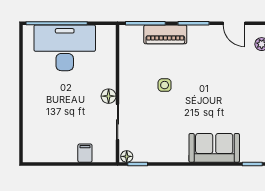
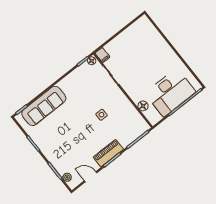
piano: (165, 34) -> (108, 153), moved
floor lamp: (109, 96) -> (143, 106), moved
sofa: (214, 148) -> (44, 106), width x1.36
filing cabinet: (85, 153) -> (102, 55), moved

